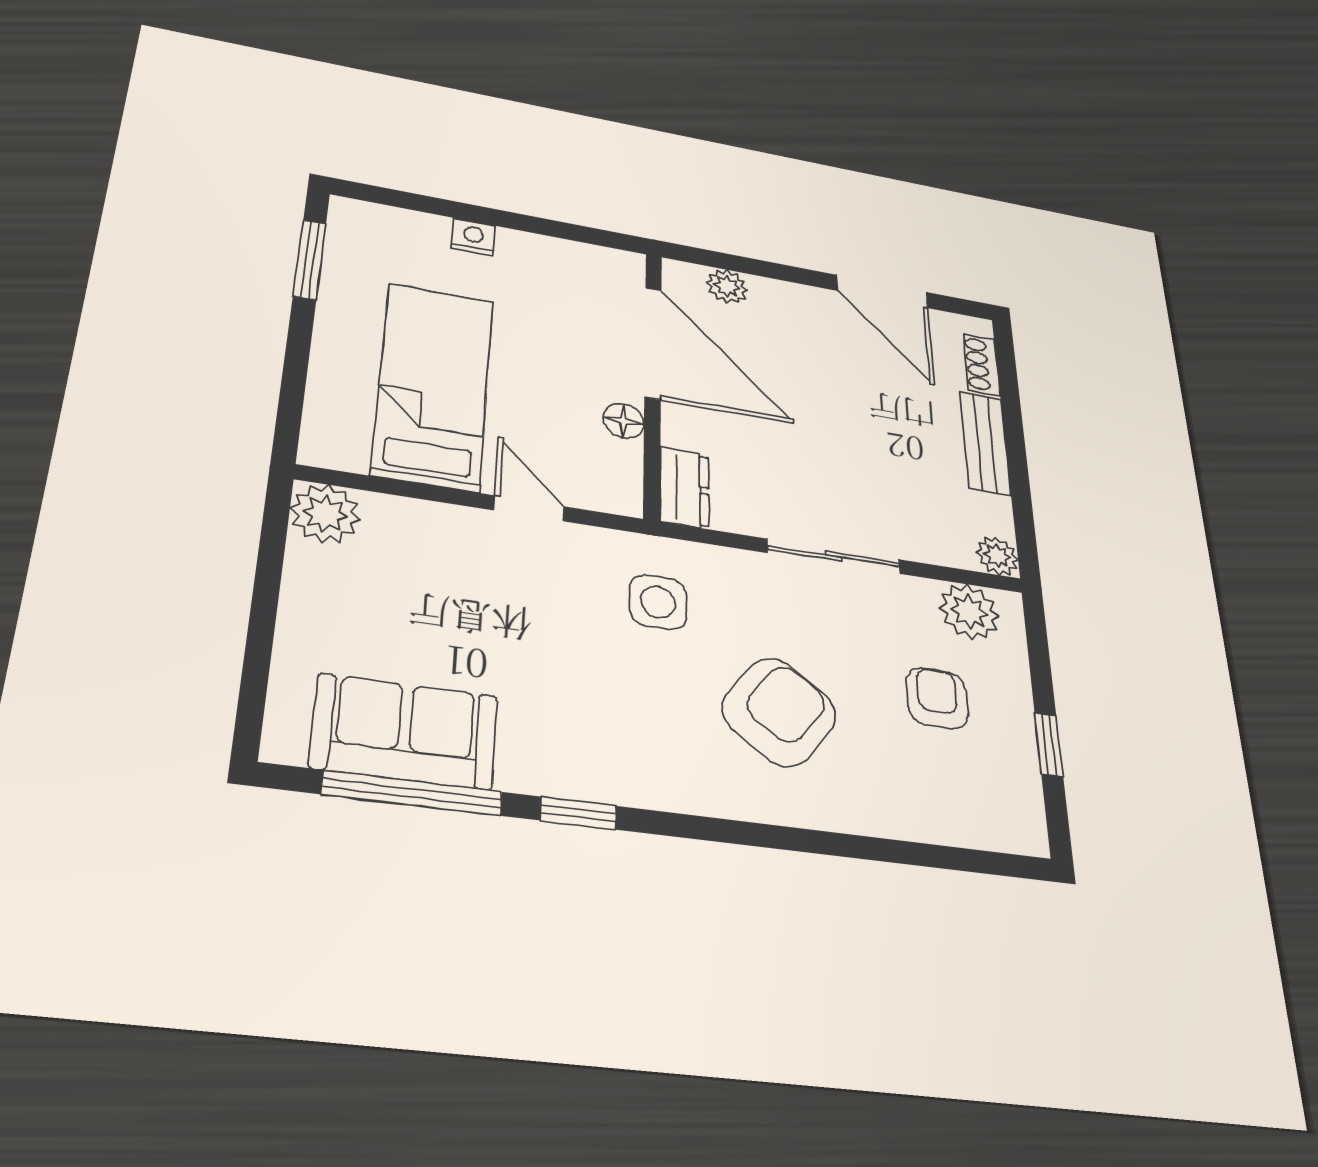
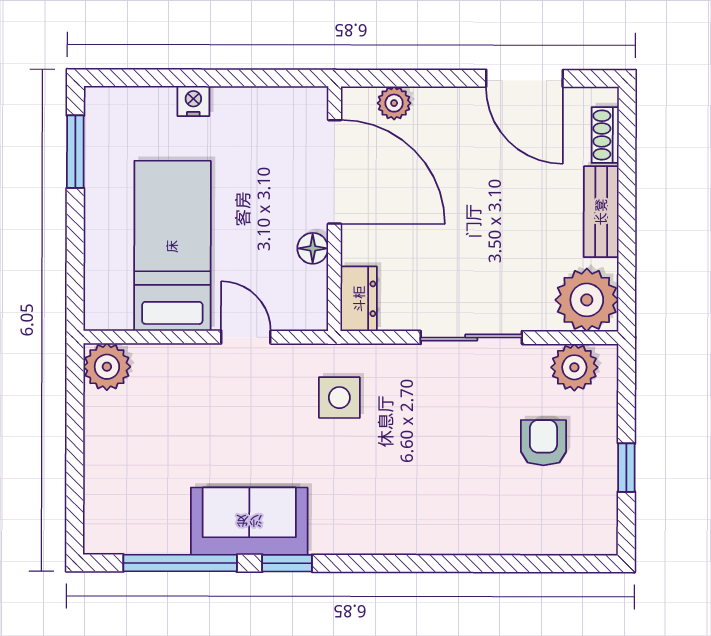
plant: (997, 556) -> (587, 300), width x1.87, depth x1.87
armchair: (779, 712) -> (426, 471), removed
sofa: (405, 731) -> (249, 521), moved

